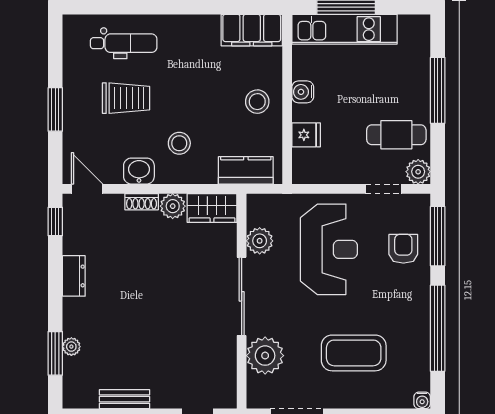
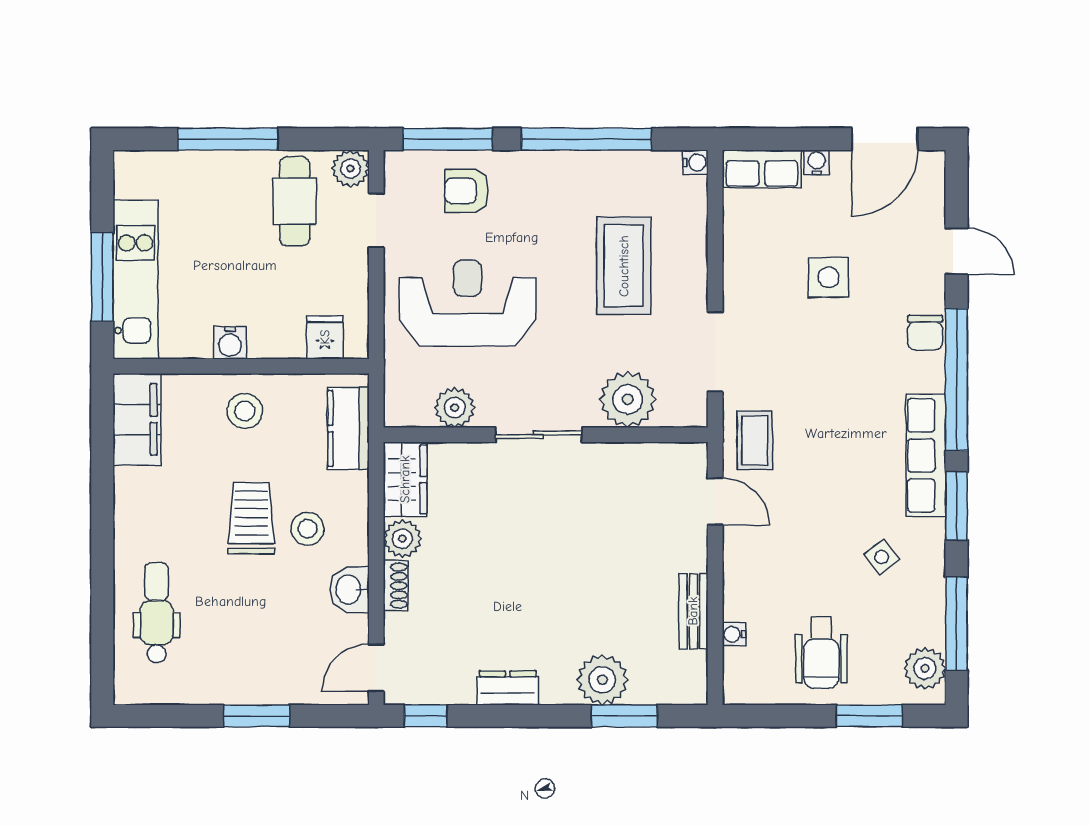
trolley: (126, 98) -> (251, 518), moved
fridge: (306, 135) -> (325, 337), moved
sliding door: (242, 296) -> (539, 435), width x0.73
plant: (71, 347) -> (602, 680), width x1.88, depth x1.88

